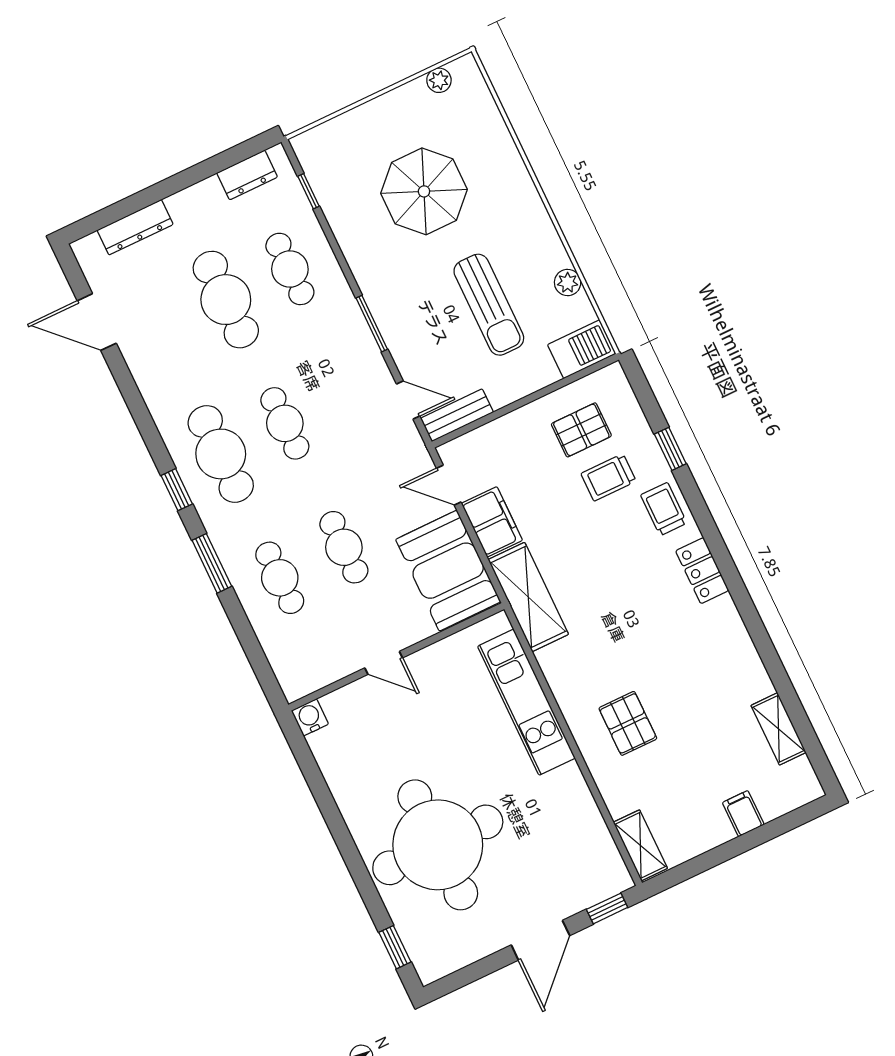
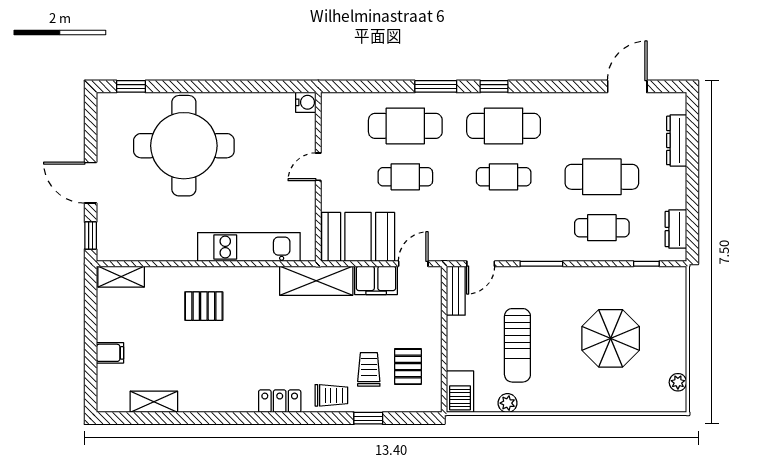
sun lounger: (489, 305) -> (517, 345), turned -90
cafe table: (280, 578) -> (405, 126), width x1.37, depth x1.35

